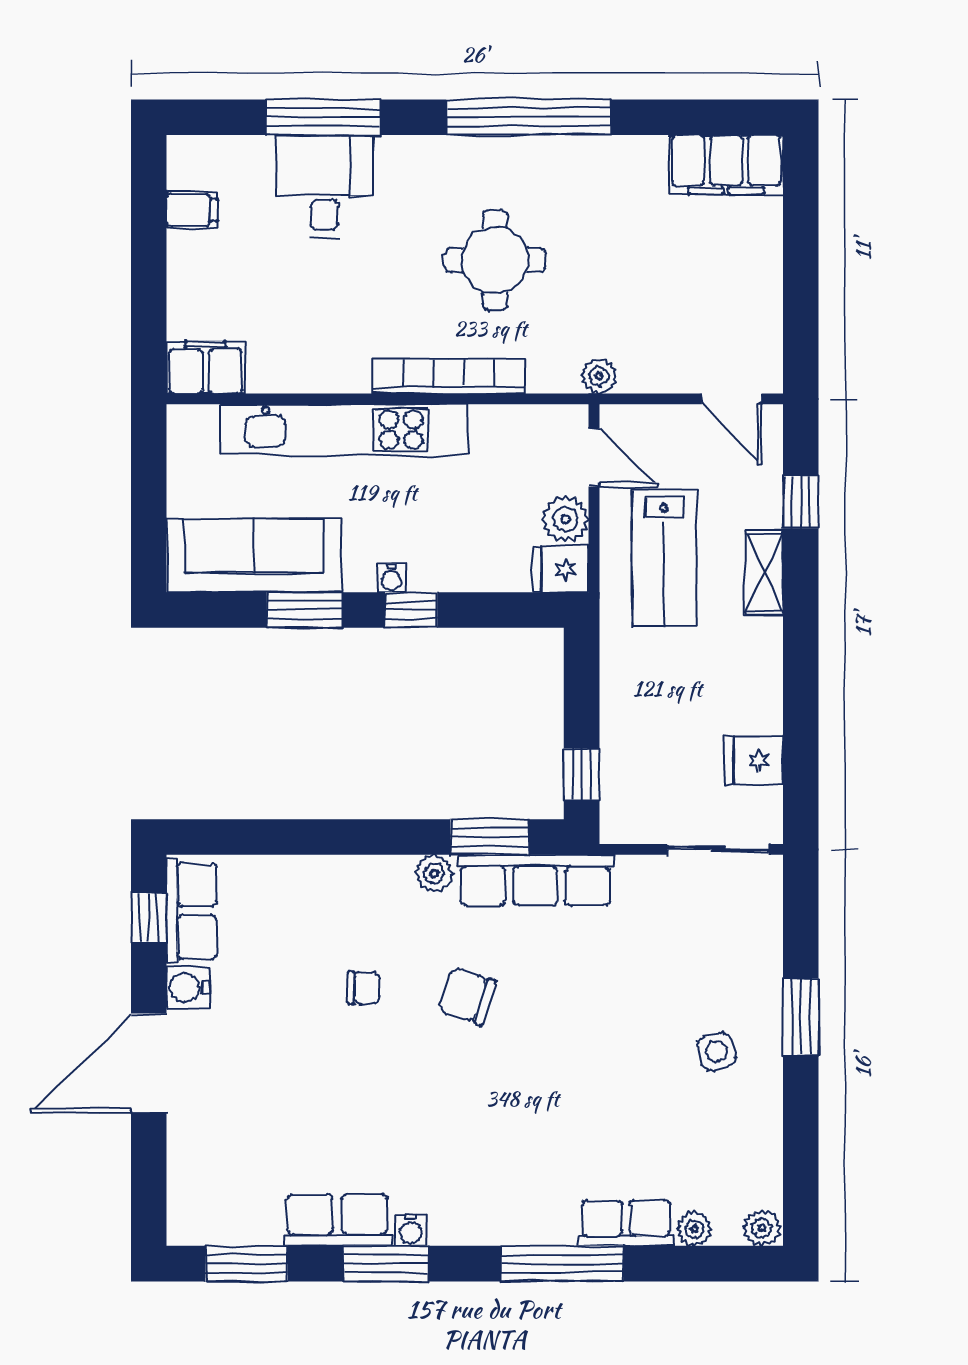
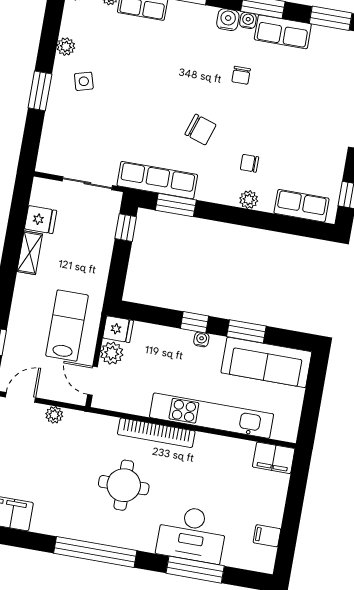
desk: (324, 187) -> (192, 534), width x1.37
plant: (599, 376) -> (54, 415), moved
door: (732, 399) -> (20, 397), hinge flipped
shelving: (764, 573) -> (30, 253), moved
sliding door: (718, 849) -> (87, 183), moved
plant: (434, 874) -> (249, 200), moved
row of seats: (192, 910) -> (301, 206), moved, turned 90
water cooler: (188, 988) -> (228, 20), moved, turned -90
chair: (364, 988) -> (249, 163), moved
plant: (765, 1114) -> (66, 47), added
chair: (405, 1119) -> (241, 75), added

